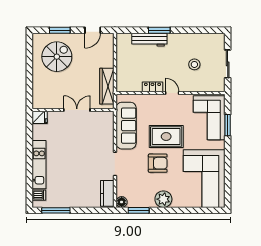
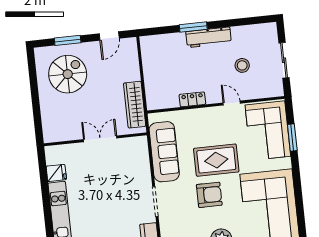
workbench: (149, 40) -> (209, 37), moved
door: (172, 93) -> (232, 103), moved
fridge: (40, 117) -> (56, 173), moved

